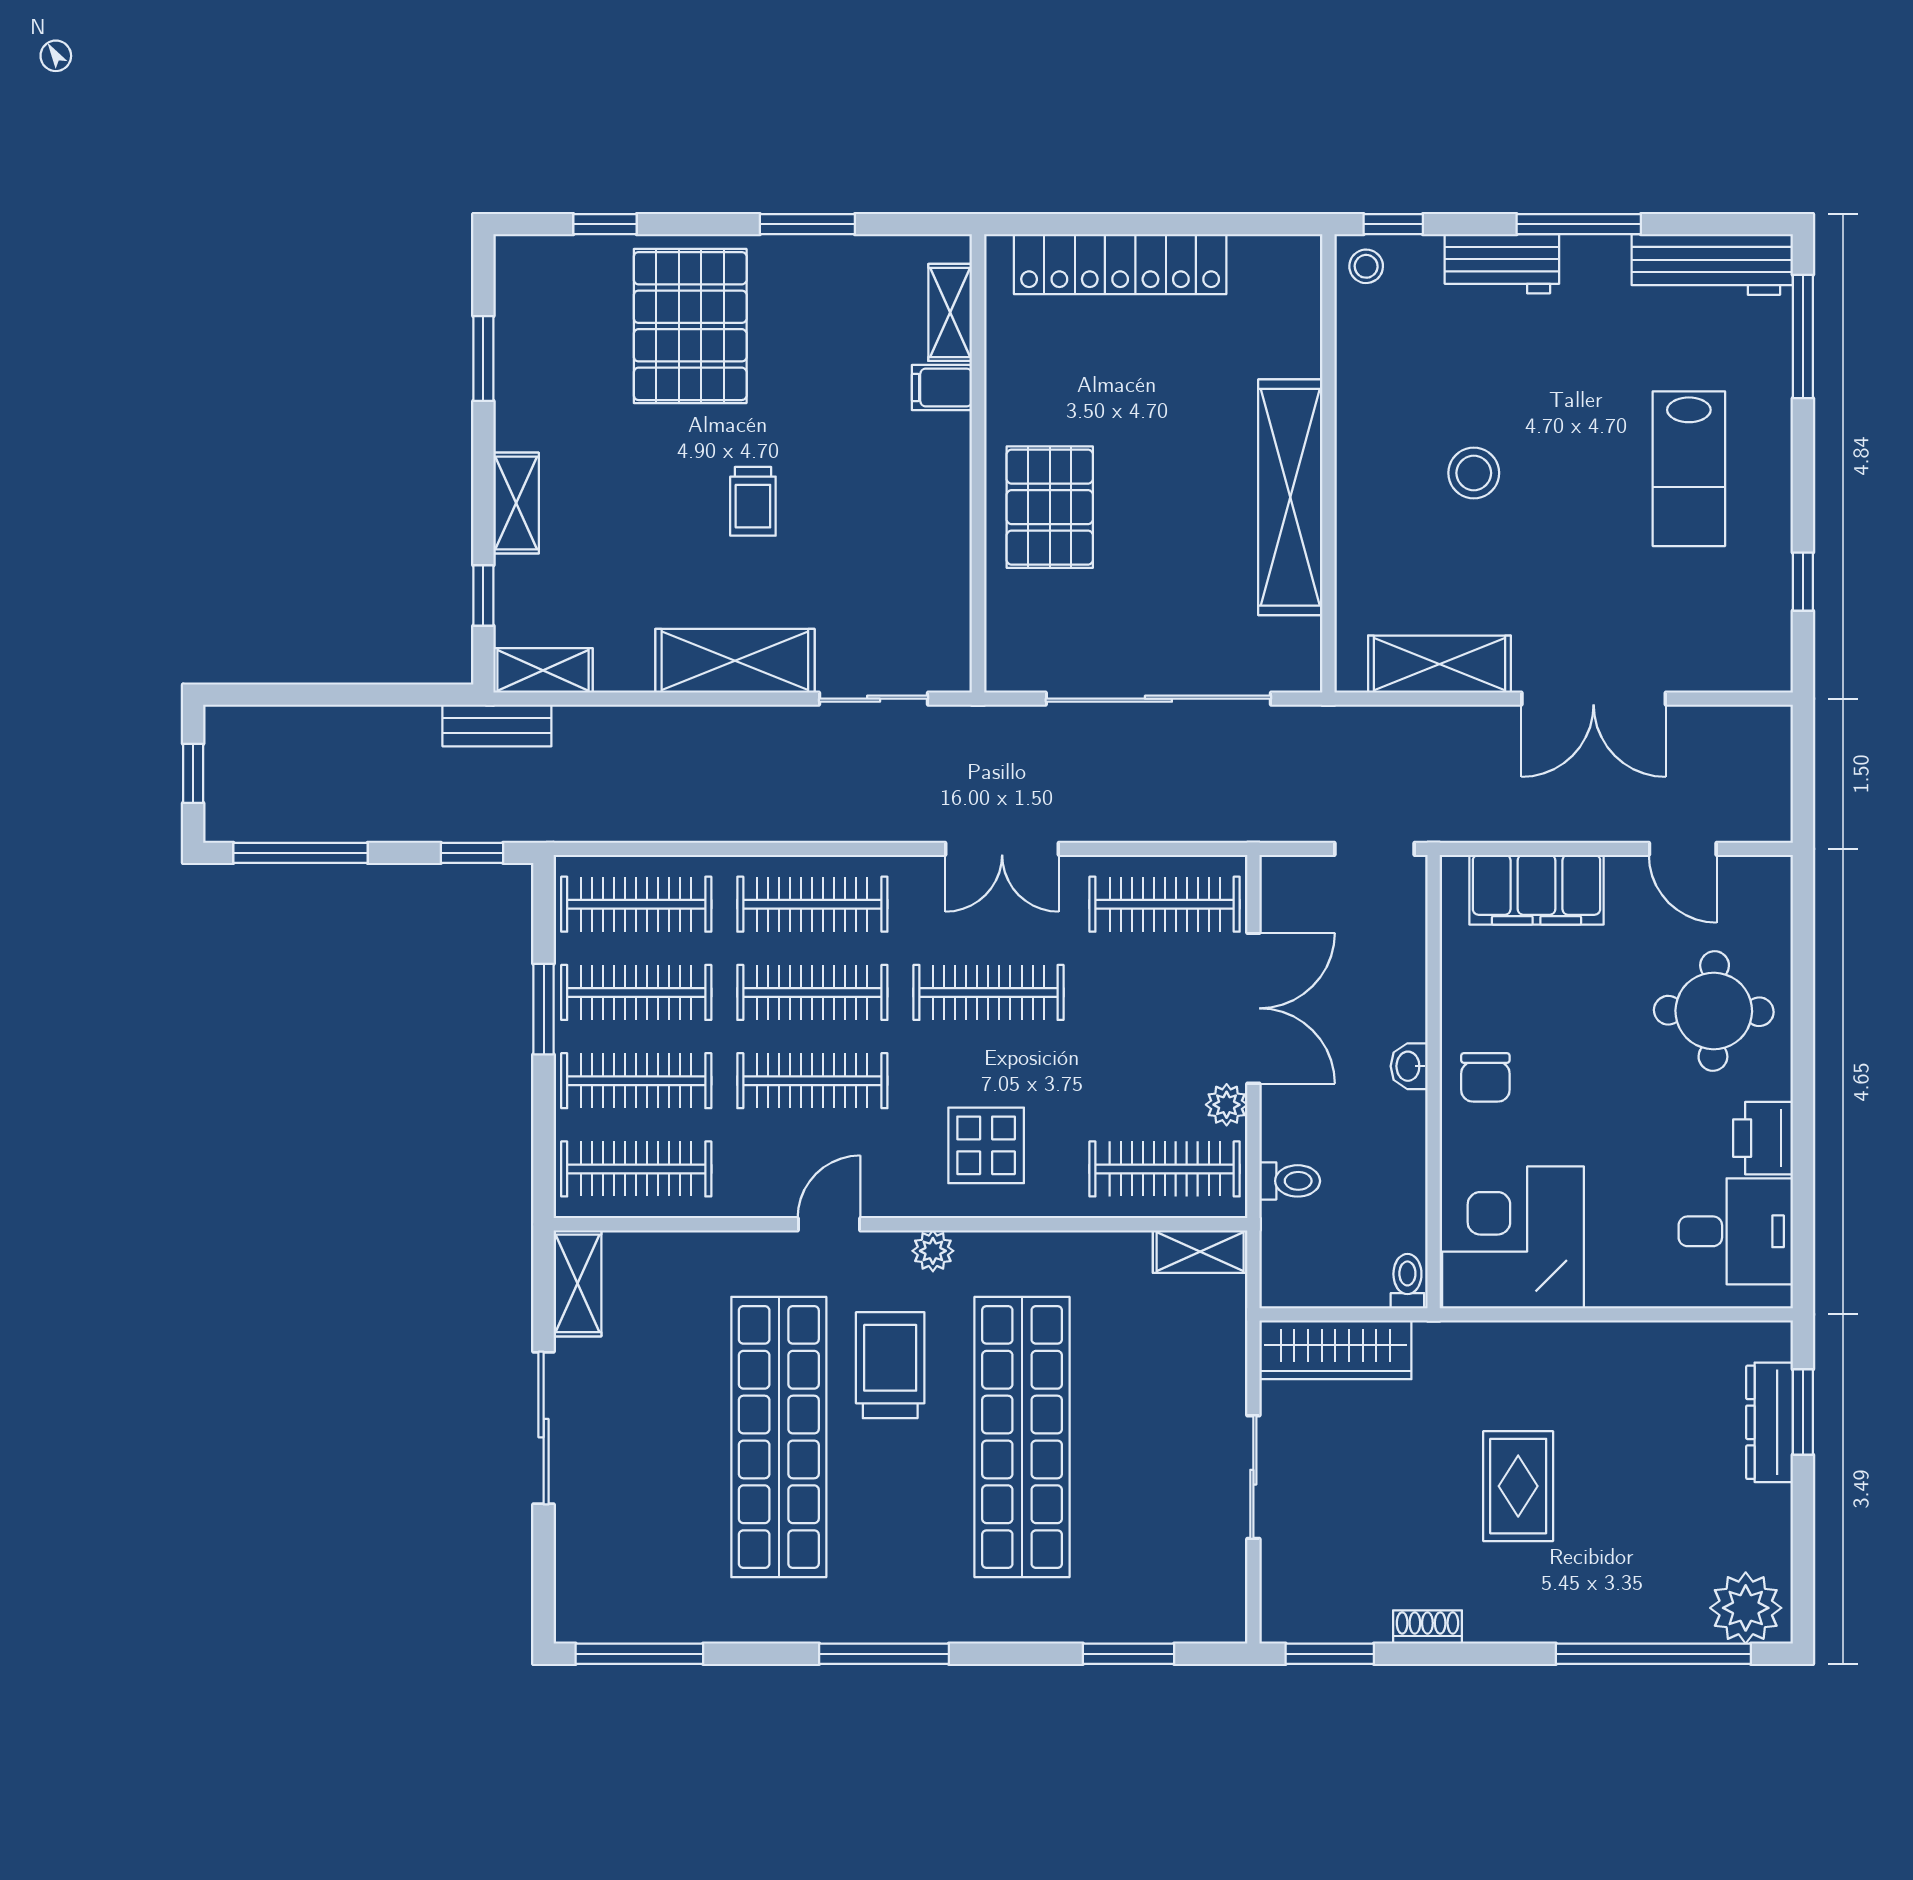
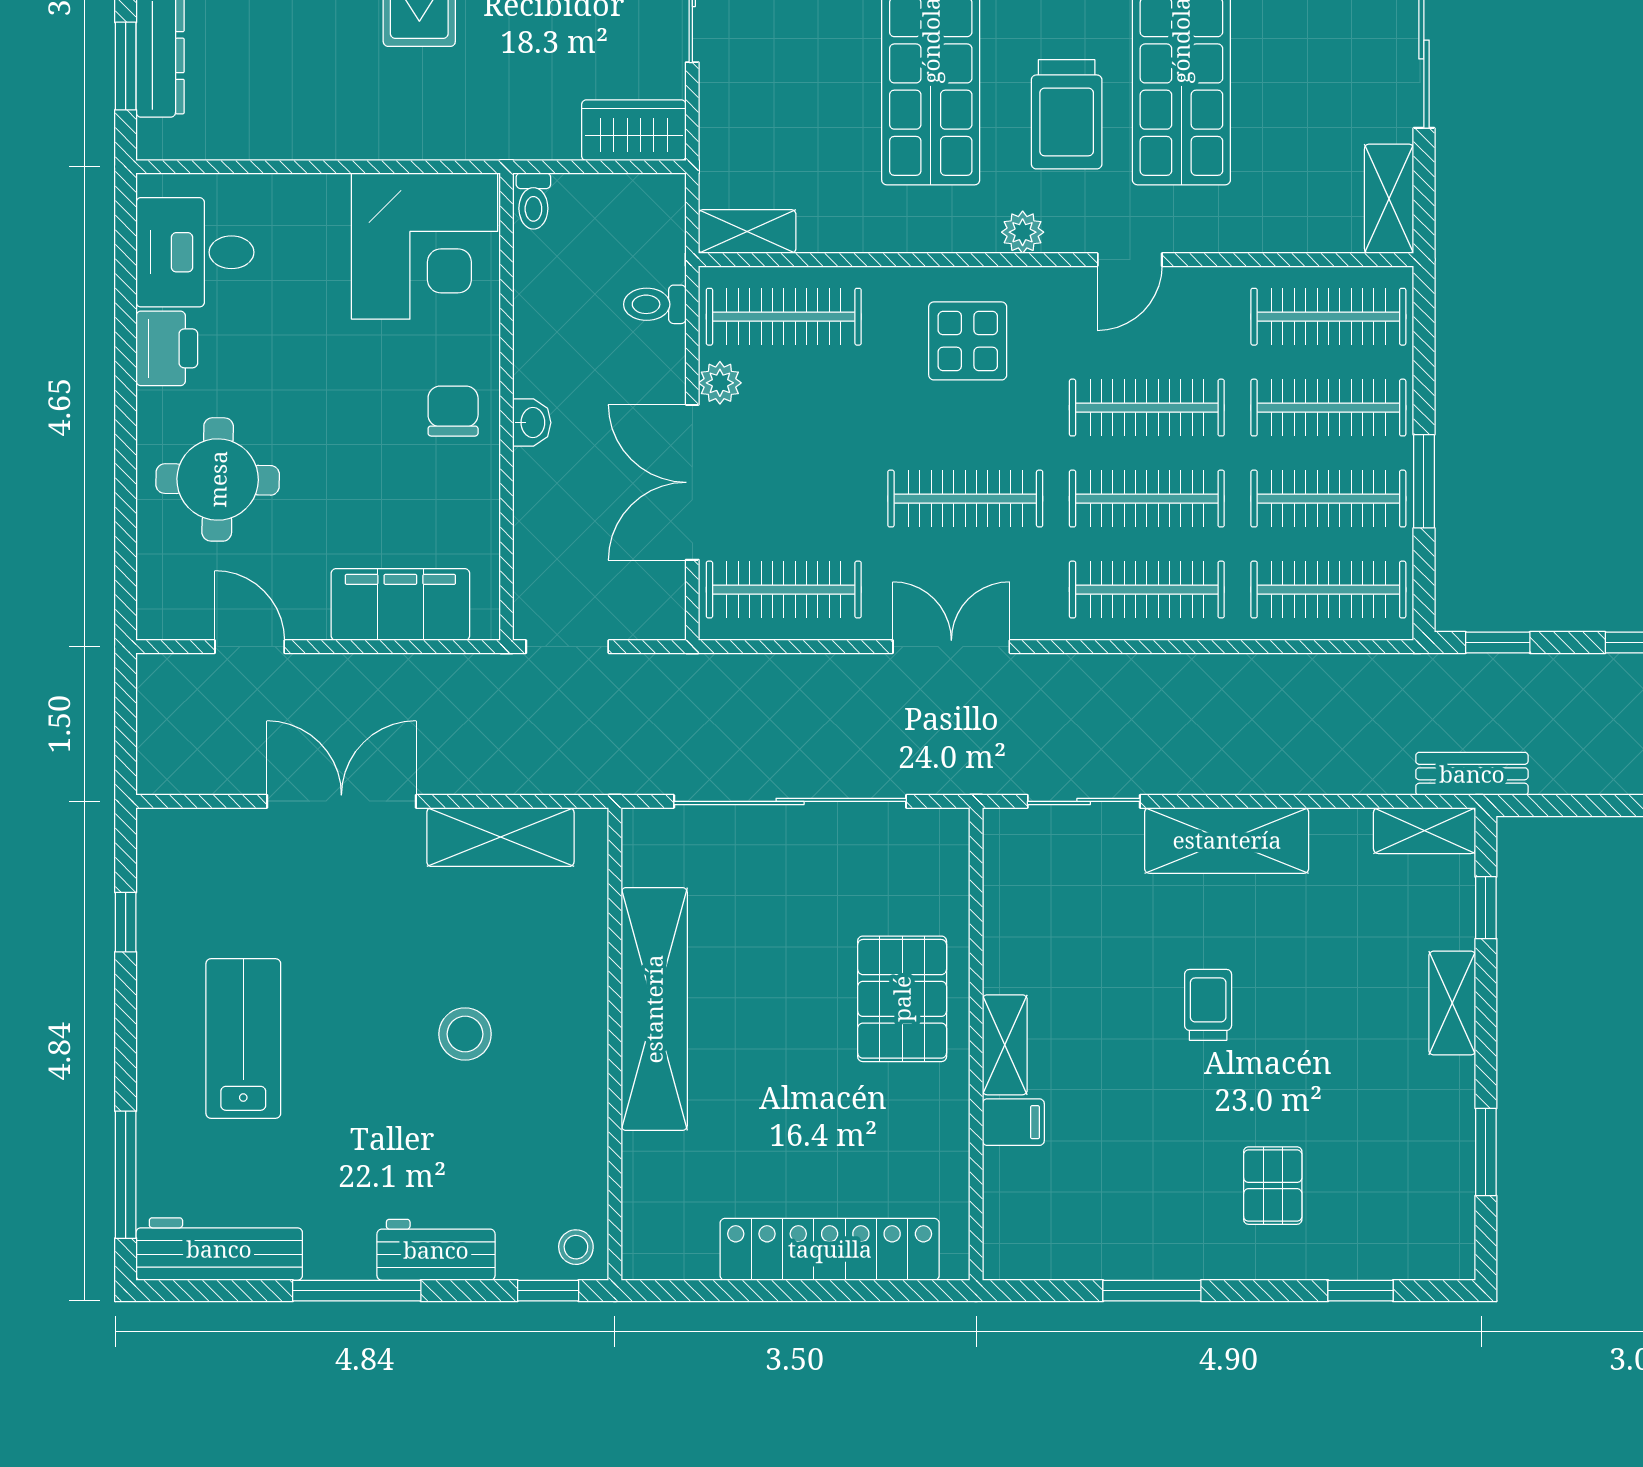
shelving: (950, 312) -> (1005, 1045), moved
pallet: (690, 326) -> (1273, 1186), width x0.49, depth x0.50
wardrobe: (1335, 1350) -> (634, 130), width x0.67

